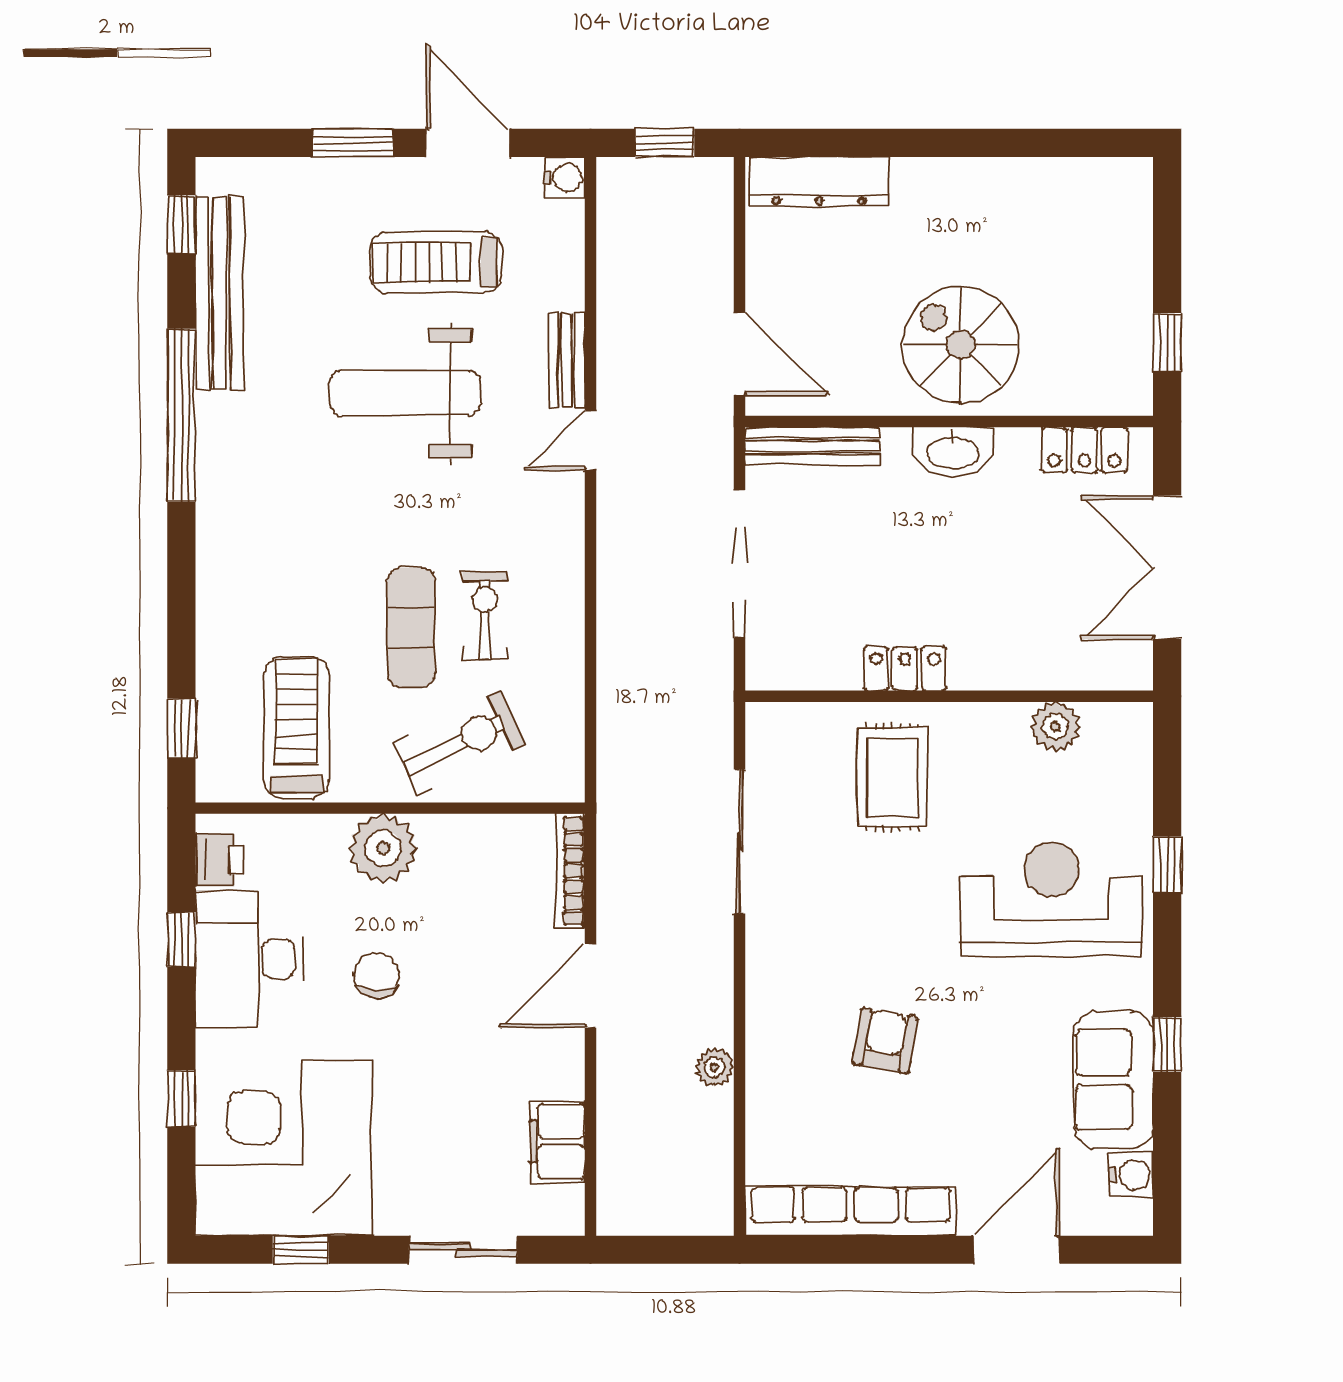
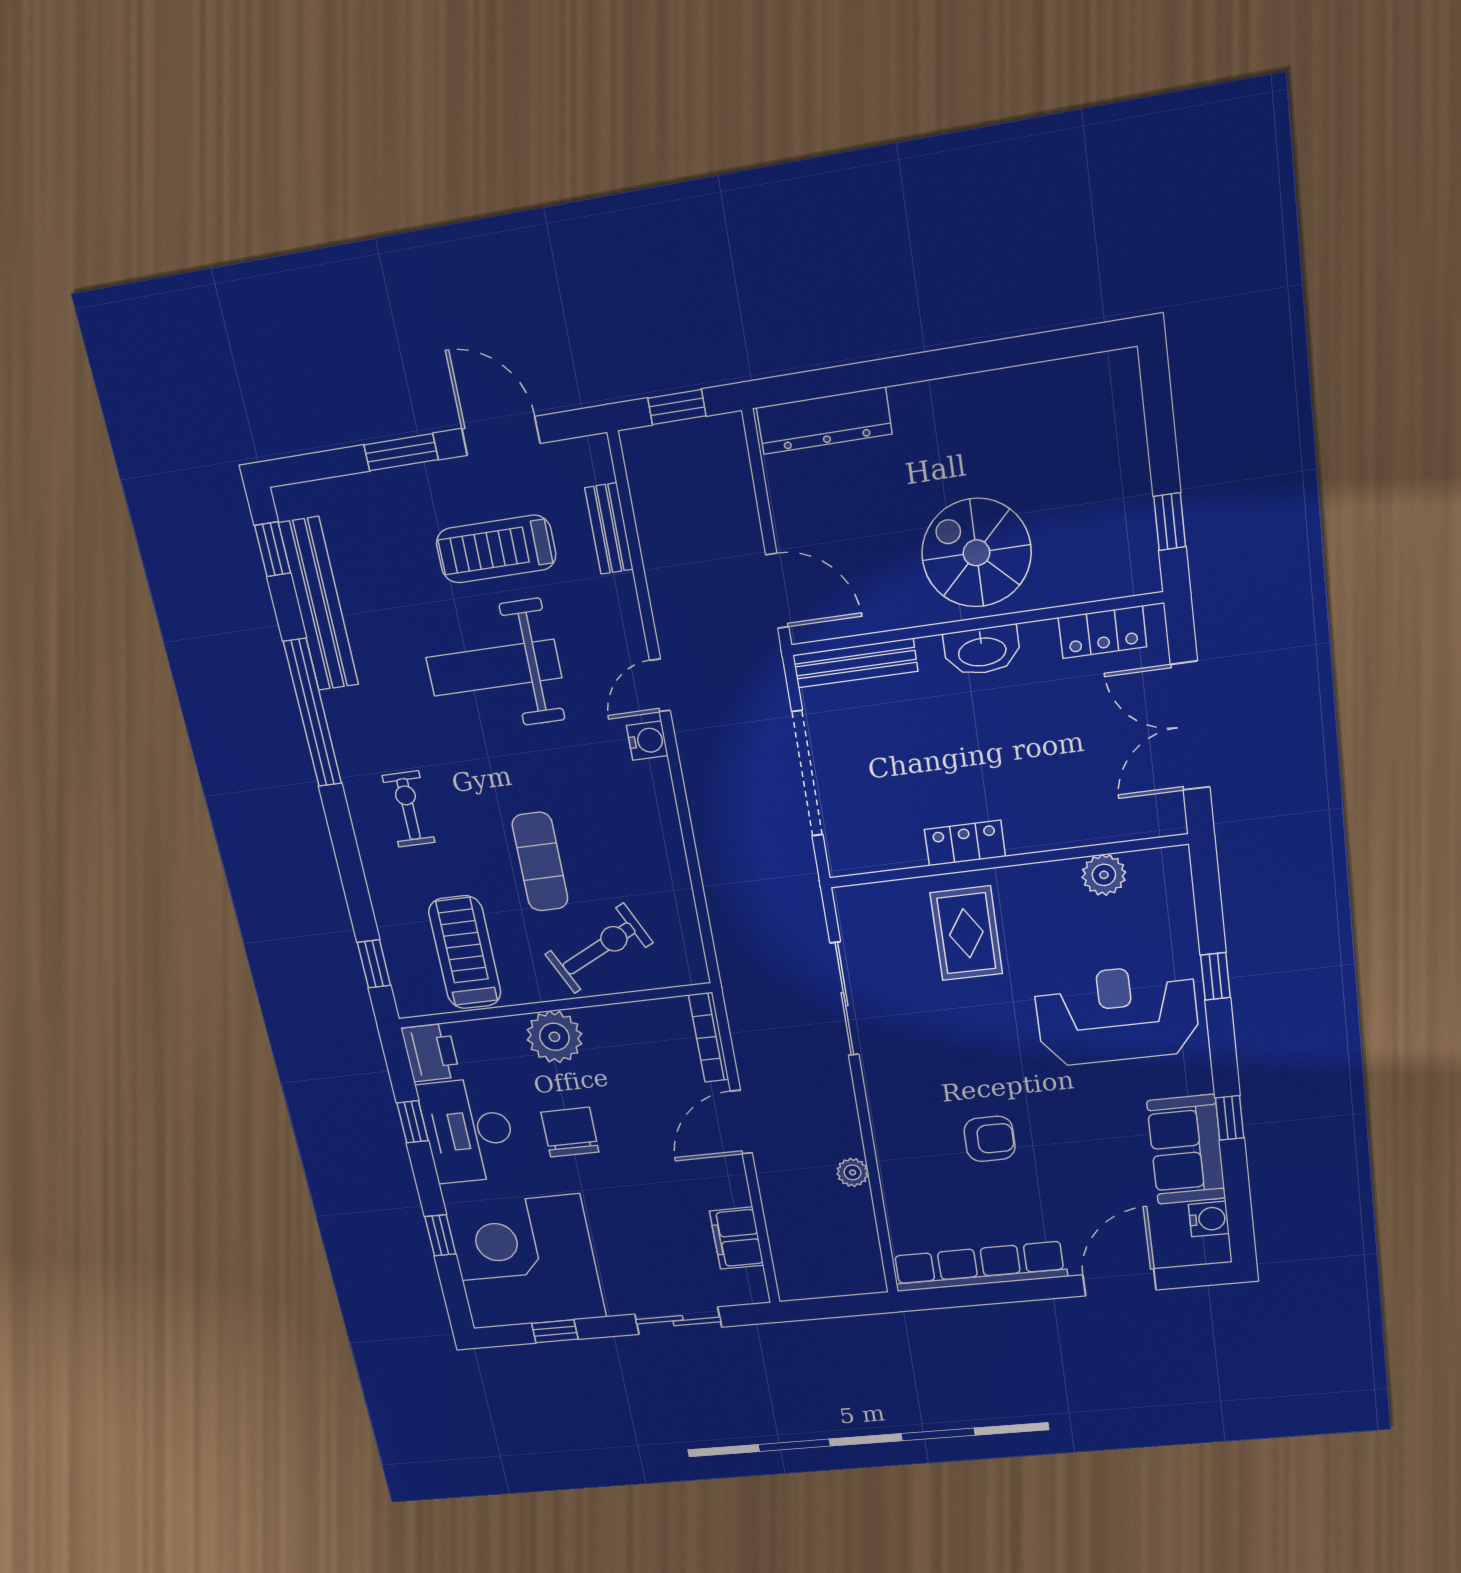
water cooler: (564, 178) -> (647, 741), moved
bench: (567, 360) -> (609, 529), moved
exercise bike: (485, 615) -> (409, 809), moved
printer: (220, 860) -> (431, 1053), width x1.36, depth x1.24
chair: (377, 975) -> (570, 1132), width x1.37, depth x1.37
armchair: (885, 1041) -> (990, 1139), turned 80

